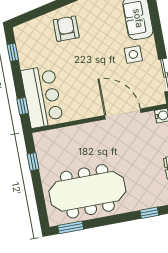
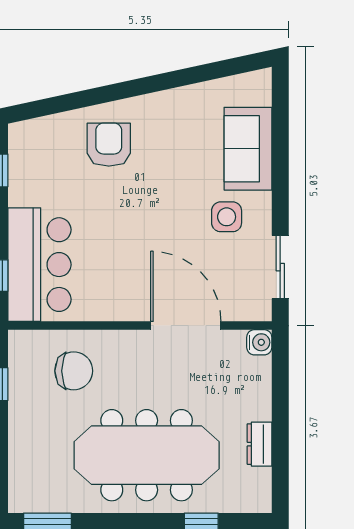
chair: (70, 148) -> (74, 371), added
meeting table: (87, 191) -> (147, 455), moved

